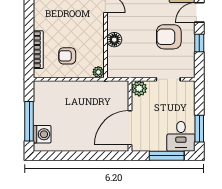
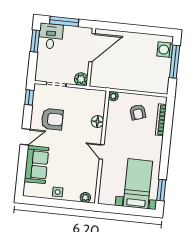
window: (199, 43) -> (29, 97), moved
armchair: (67, 56) -> (138, 112), turned 71

